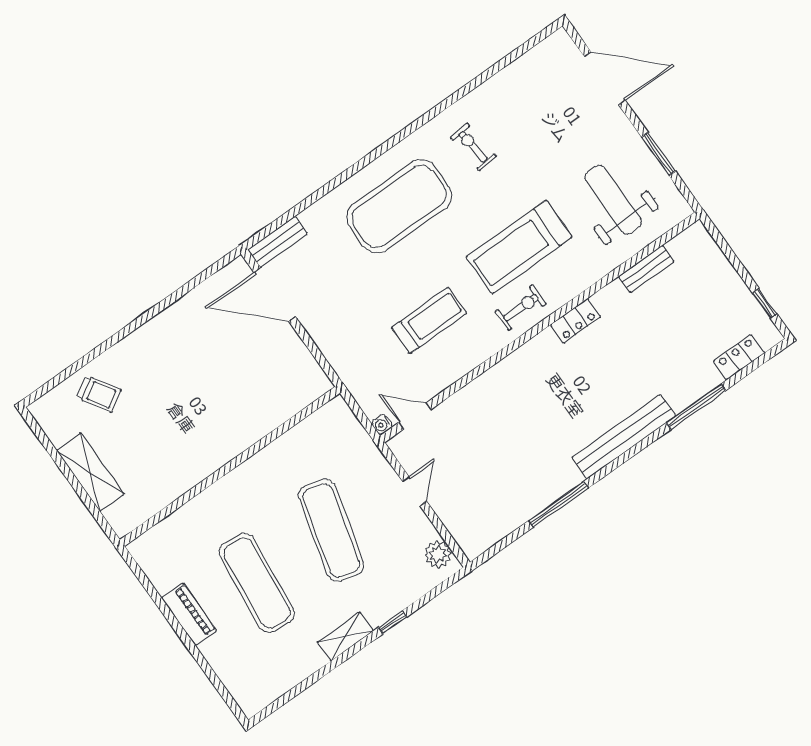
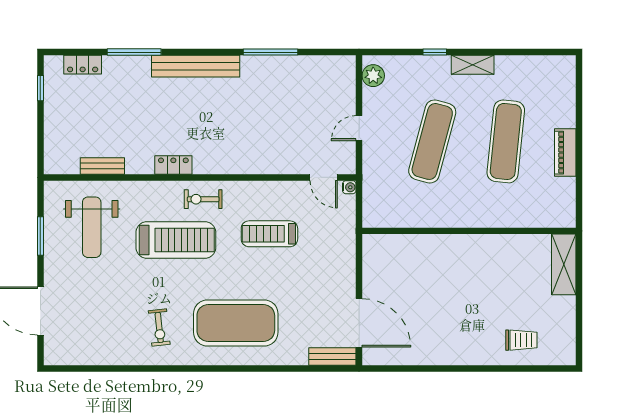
trolley: (99, 394) -> (521, 340), turned 122
shelving: (90, 472) -> (564, 264), moved

